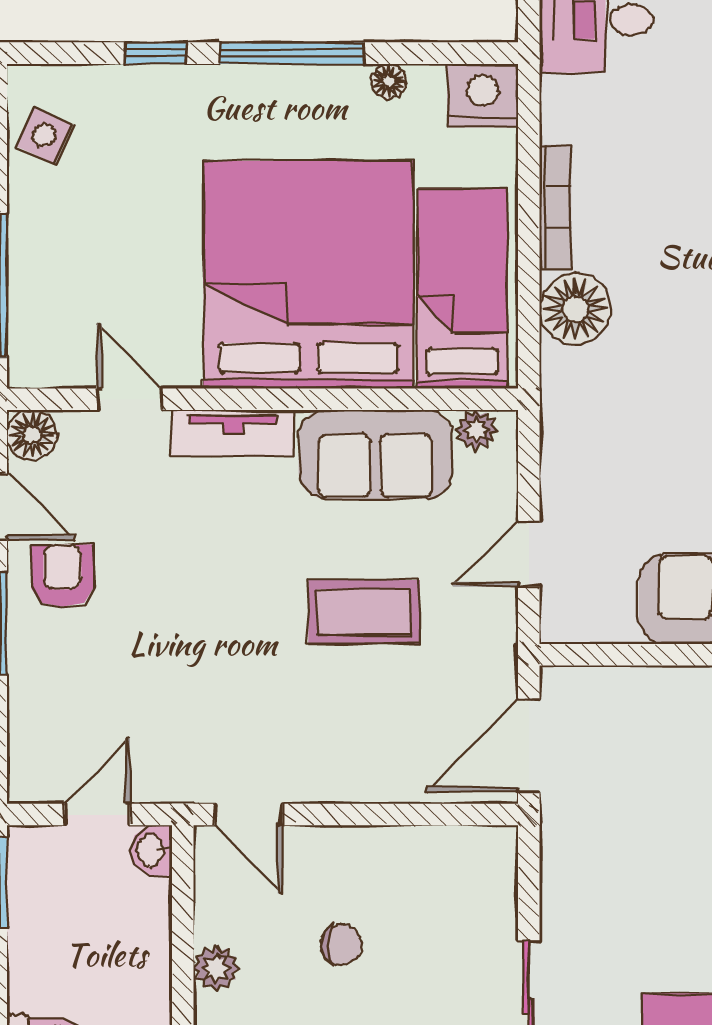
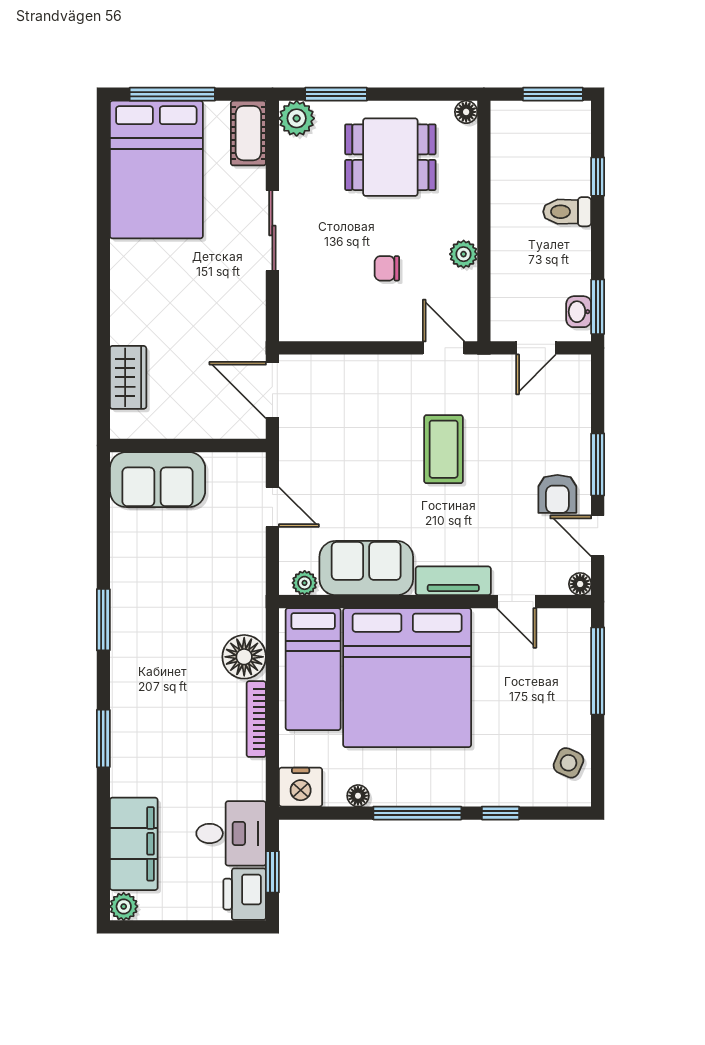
floor lamp: (32, 435) -> (580, 584), width x0.73, depth x0.73
door: (529, 554) -> (272, 507), hinge flipped
coffee table: (364, 612) -> (444, 449), moved, turned 90
door: (529, 746) -> (272, 390), swing flipped
washbasin: (152, 850) -> (579, 312), moved, turned 180

